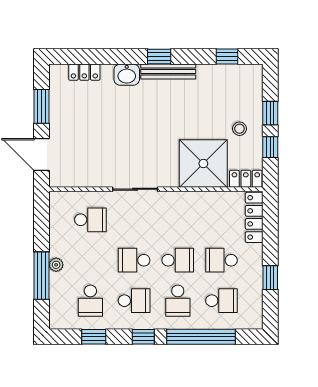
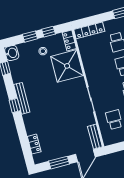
washbasin: (127, 75) -> (12, 53), moved
bench: (70, 179) -> (95, 137), added

